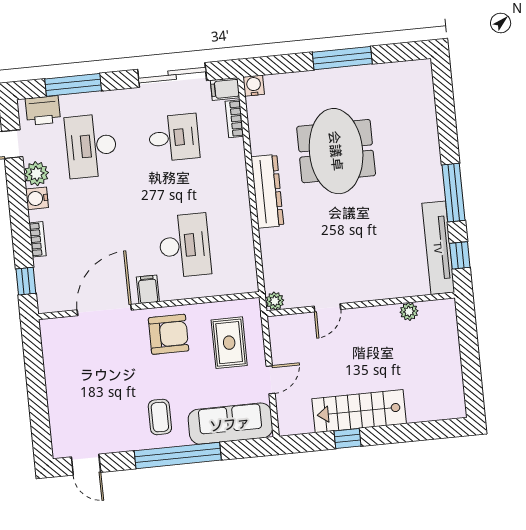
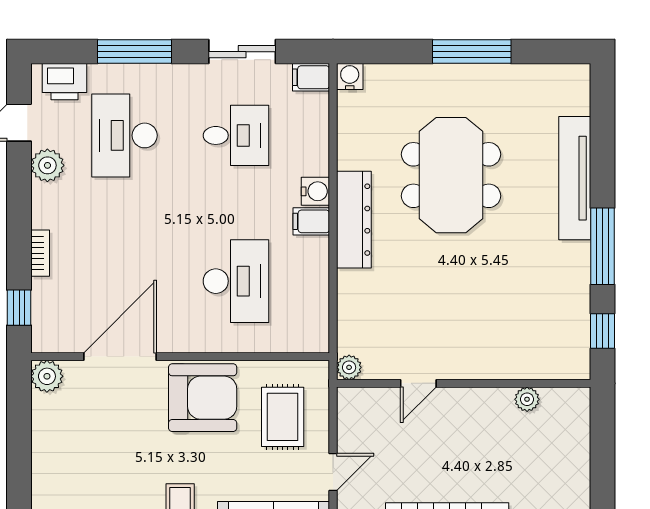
sliding door: (172, 75) -> (242, 52), width x0.73
window: (73, 85) -> (135, 52), moved
bookcase: (234, 119) -> (320, 118), removed
water cooler: (37, 198) -> (315, 191), moved, turned 180
tv unit: (438, 248) -> (575, 178), moved
filing cabinet: (148, 289) -> (311, 221), moved, turned -90
plant: (52, 330) -> (47, 376), added
armchair: (169, 334) -> (203, 398), width x1.36, depth x1.36

